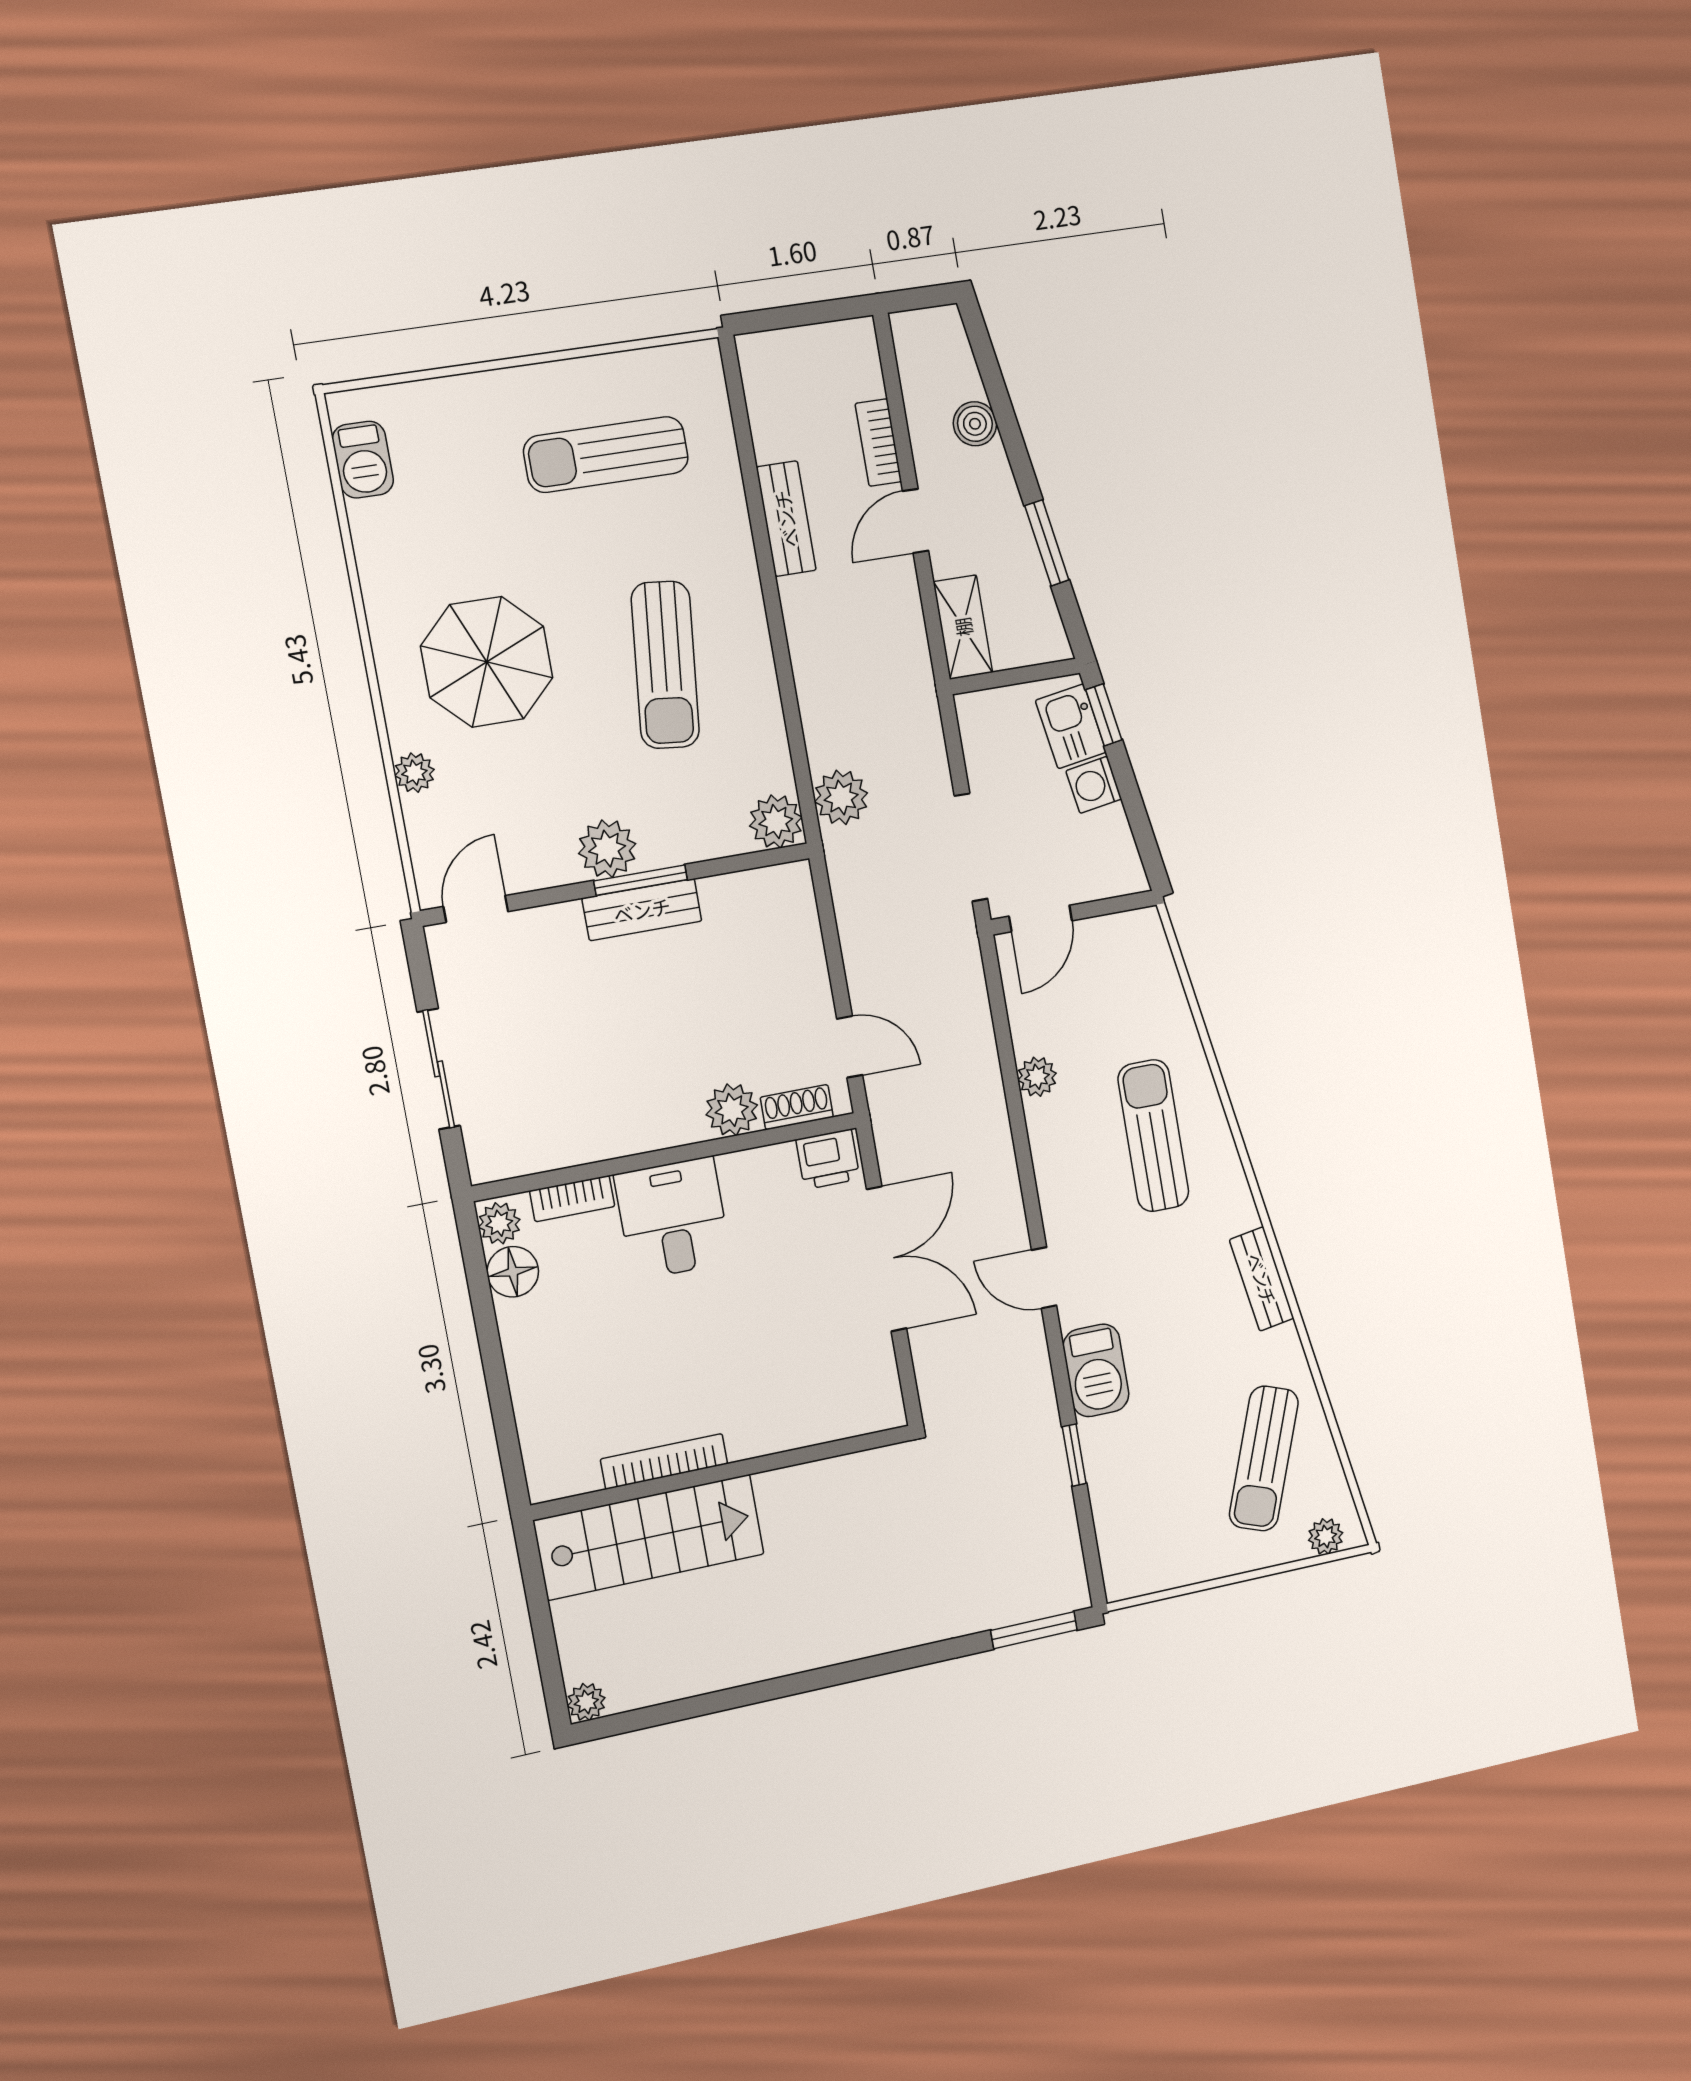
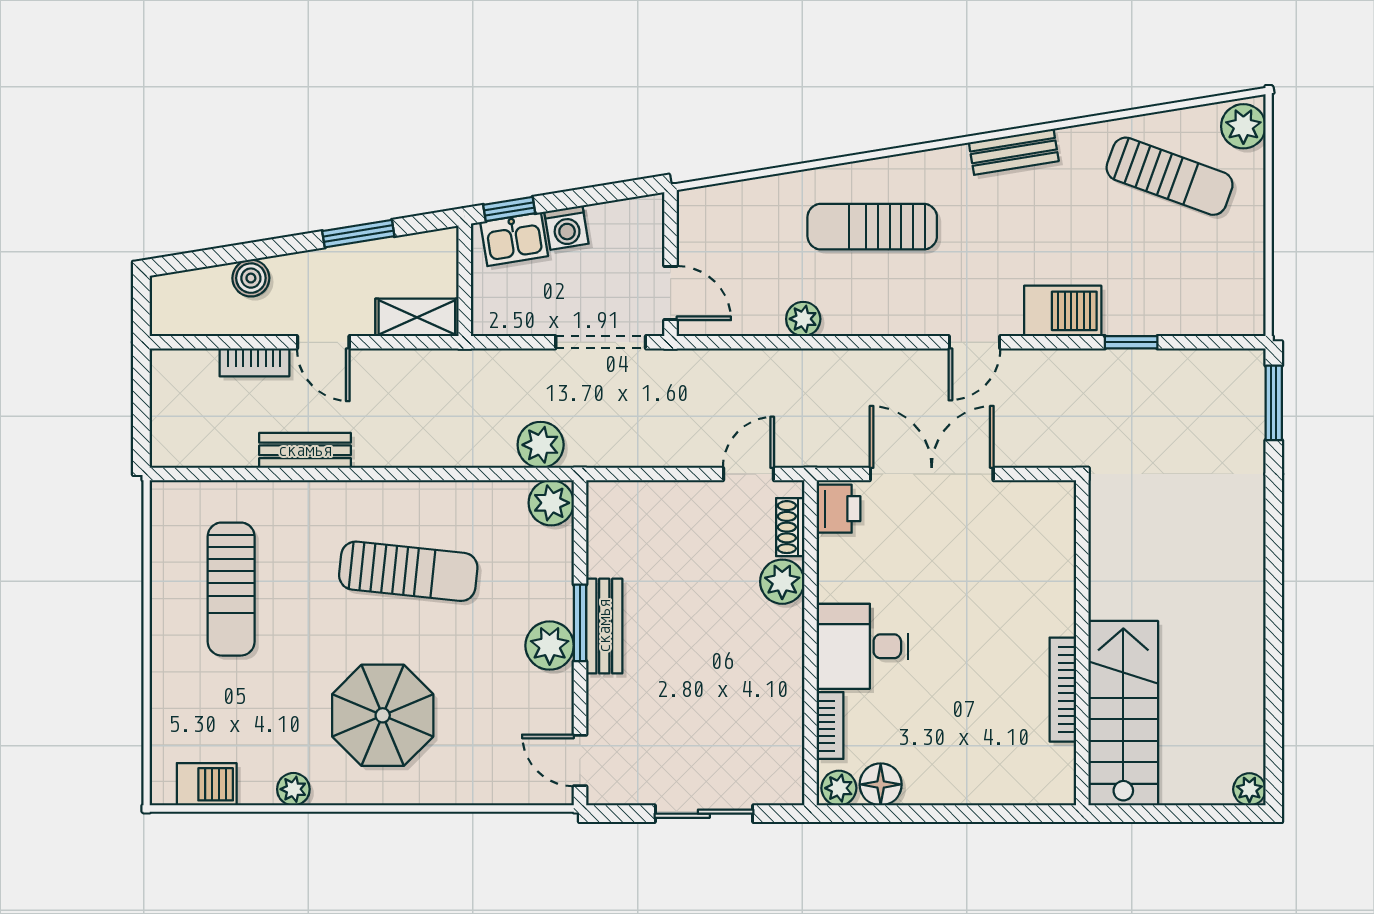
plant: (414, 773) -> (293, 789), moved
plant: (1326, 1536) -> (1243, 126), width x1.38, depth x1.38

